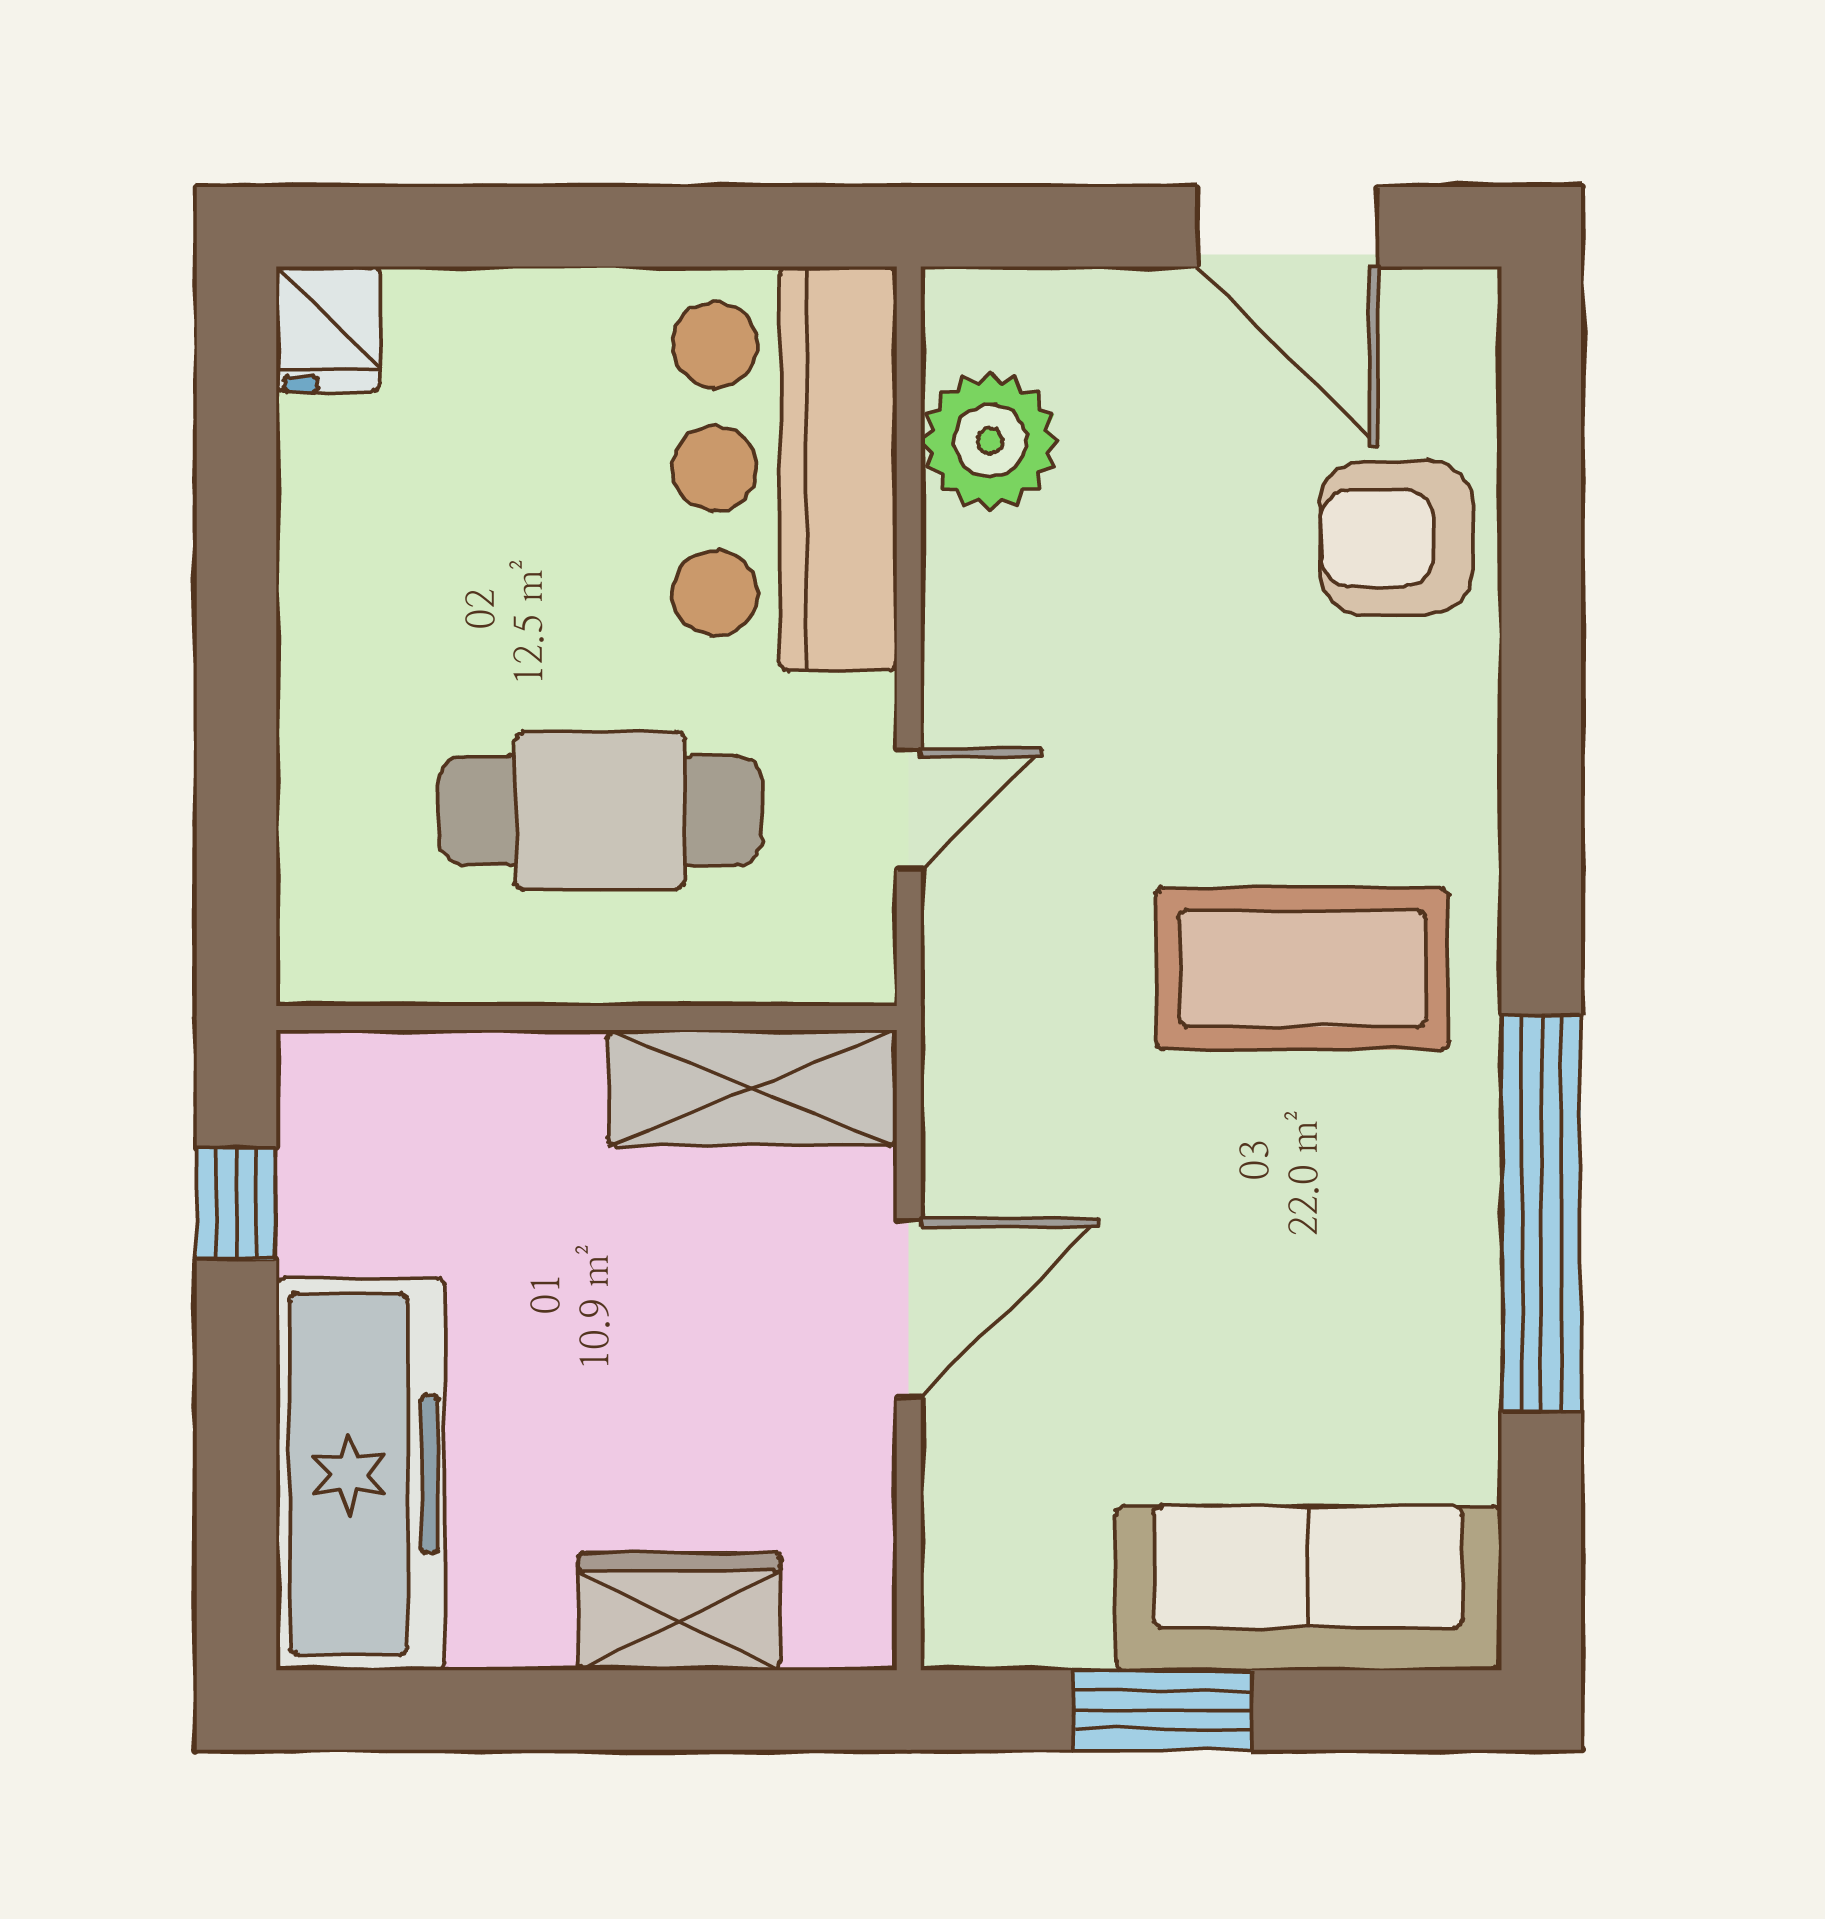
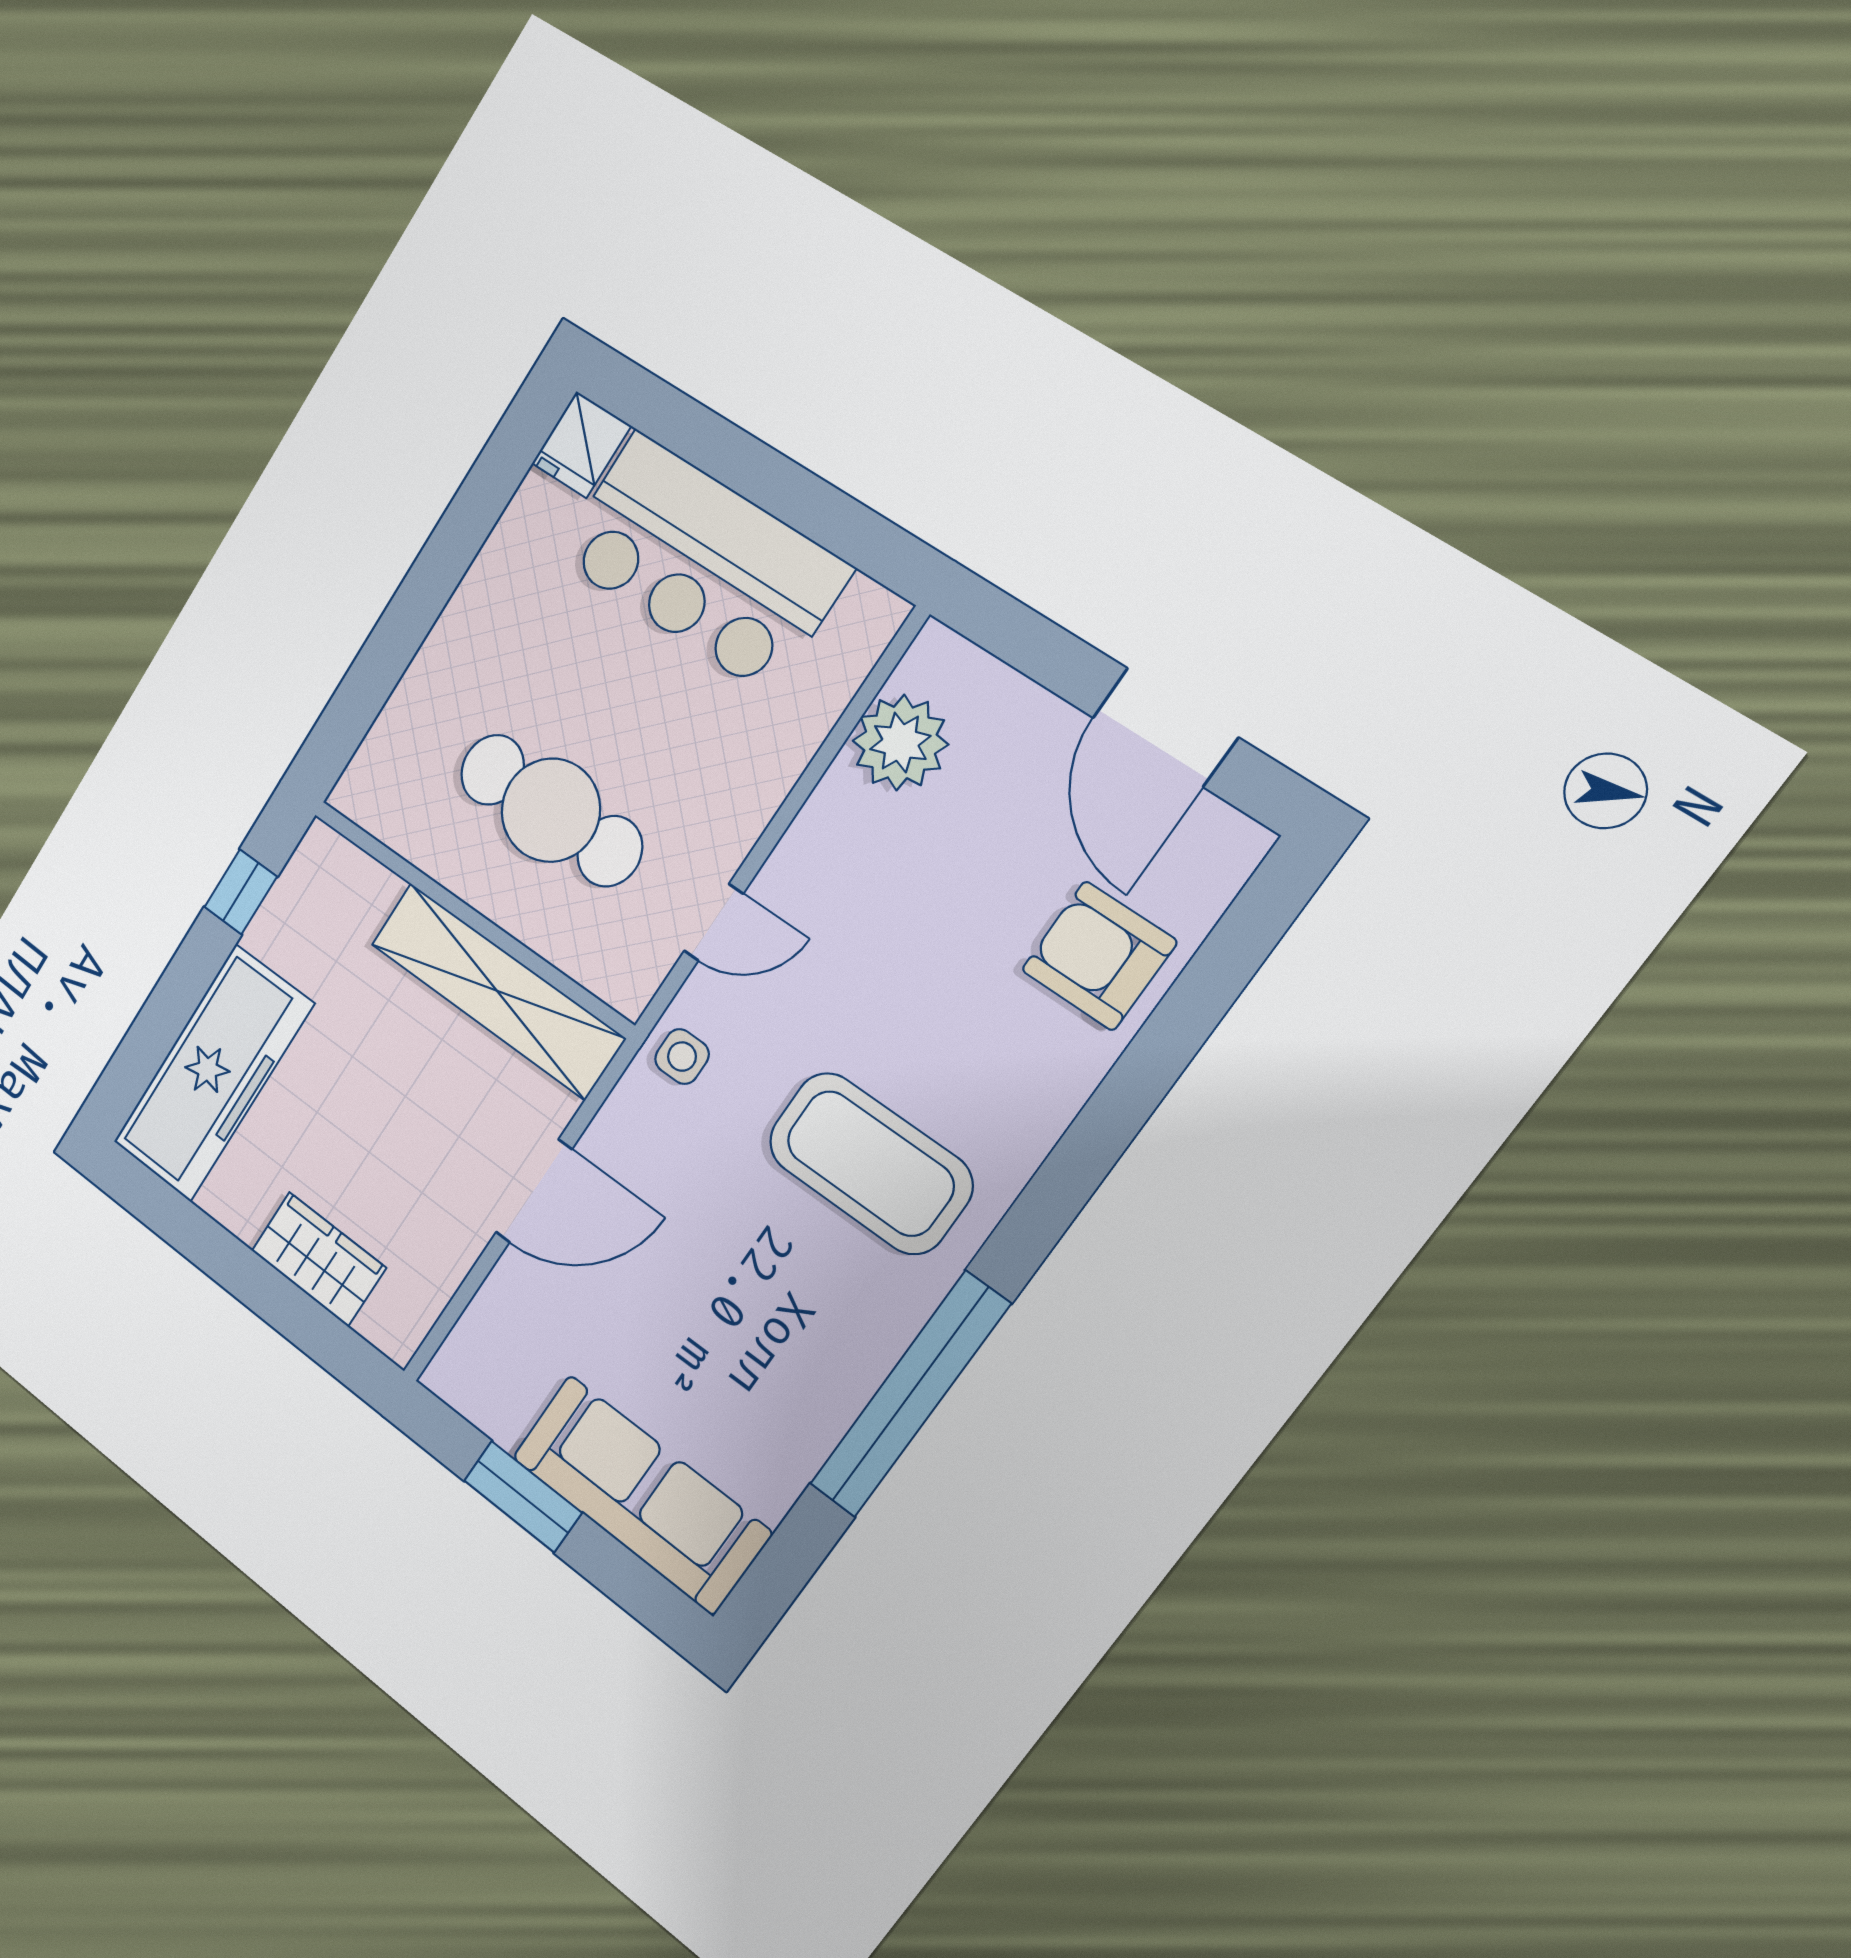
bar counter: (784, 469) -> (703, 563), moved, turned -90
side table: (983, 1002) -> (682, 1057), added
shelving: (752, 1088) -> (497, 991), width x1.47

